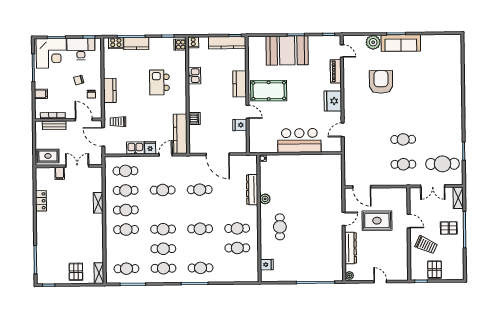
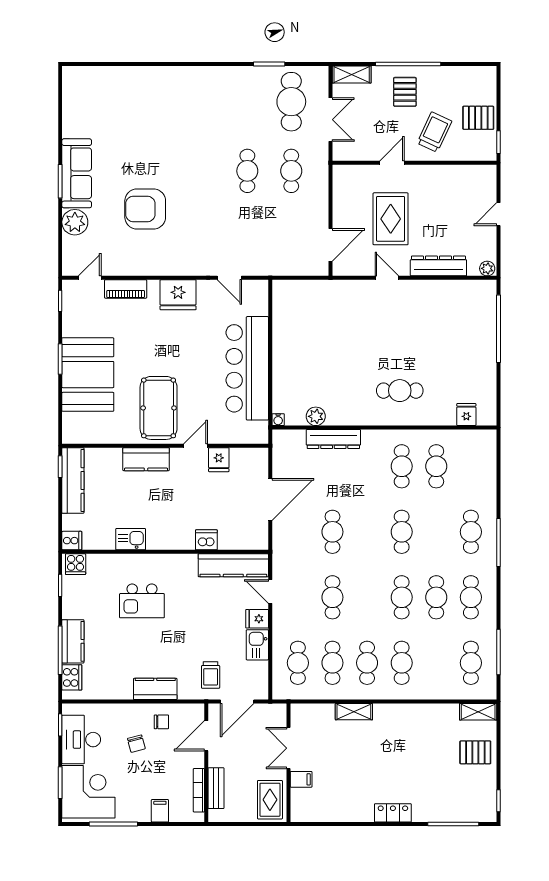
bar counter: (299, 140) -> (247, 368), width x1.36
plant: (265, 199) -> (316, 416), moved
locker: (41, 201) -> (393, 813), moved

